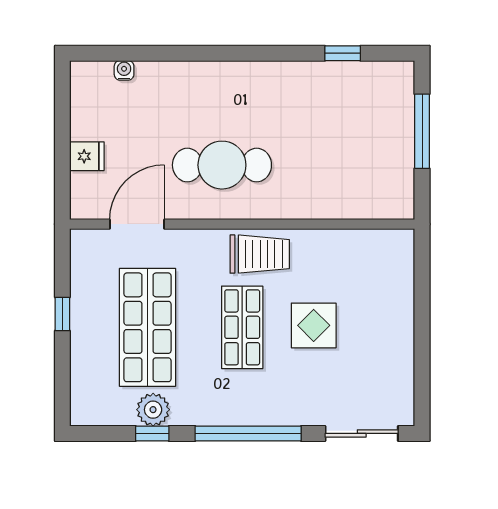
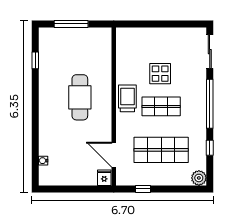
fridge: (87, 156) -> (104, 178), moved
cafe table: (222, 165) -> (80, 97), moved
window: (62, 314) -> (143, 189), moved
plant: (153, 410) -> (199, 178), moved

